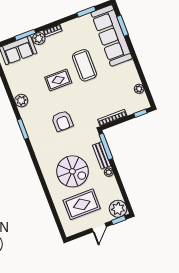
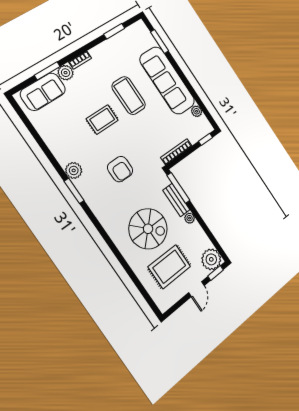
sofa: (112, 35) -> (167, 80), moved
plant: (21, 101) -> (74, 170), moved

